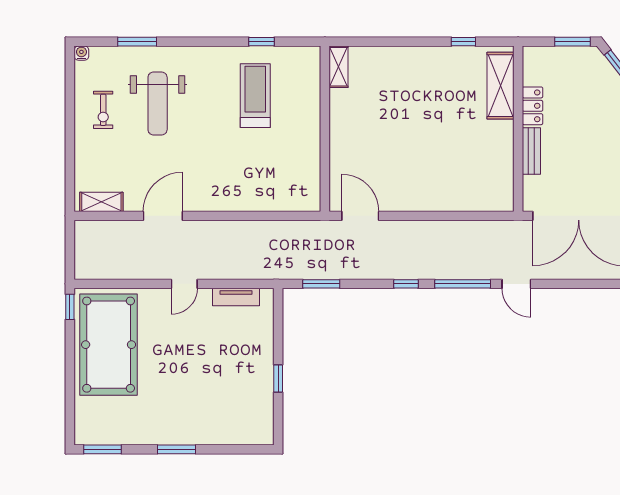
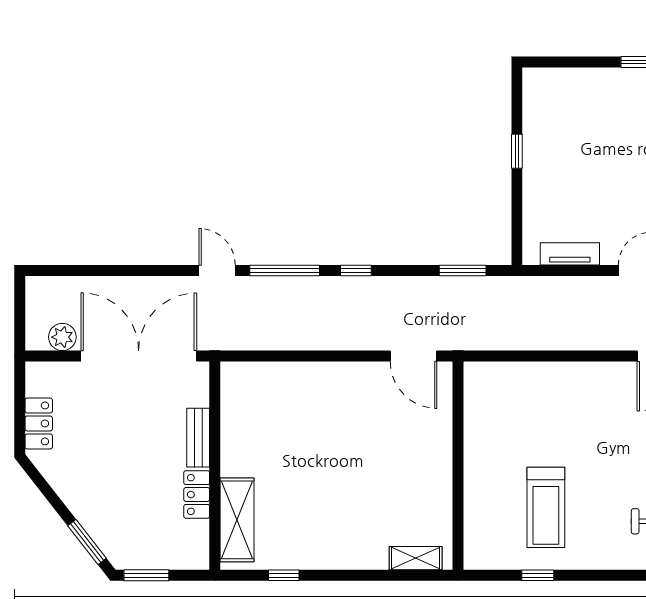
shelving: (338, 67) -> (416, 558), moved, turned 90

